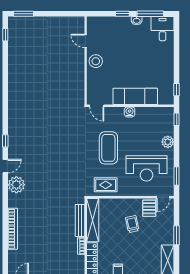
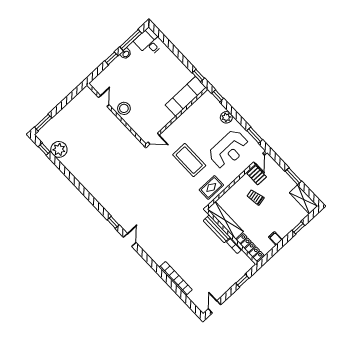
door: (86, 41) -> (104, 101), swing flipped
exam couch: (135, 96) -> (186, 96), moved
water cooler: (130, 112) -> (180, 121), removed
plant: (16, 185) -> (59, 149), moved

